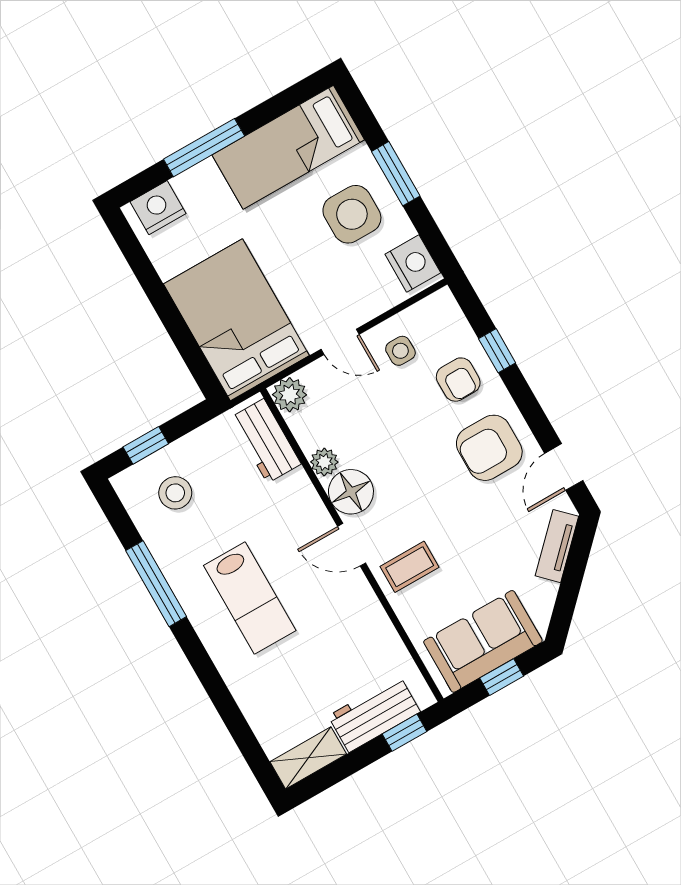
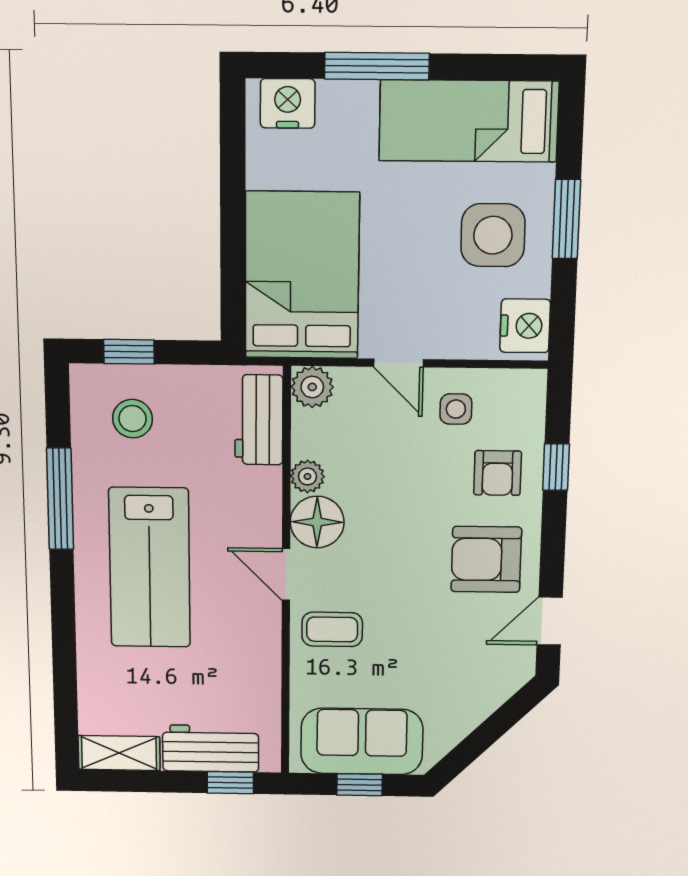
tv unit: (557, 546) -> (493, 693), removed
lab bench: (250, 598) -> (150, 568), width x1.36, depth x1.39

